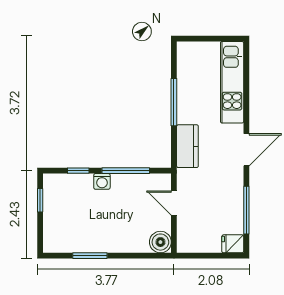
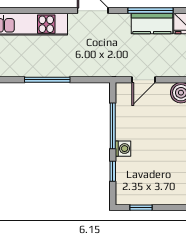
kitchen counter: (187, 146) -> (152, 23), moved, turned 180

